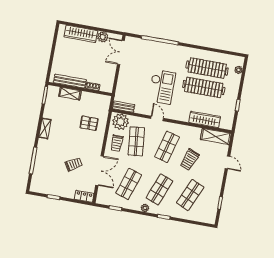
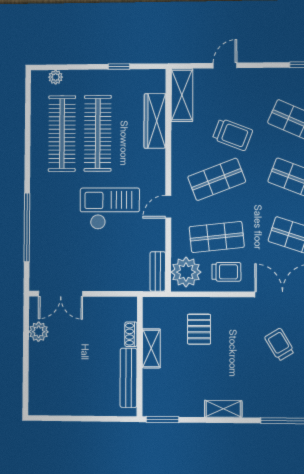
wardrobe: (81, 34) -> (40, 373), removed
shelving: (70, 94) -> (151, 348), moved
shop shelf: (167, 147) -> (217, 179), turned -36

